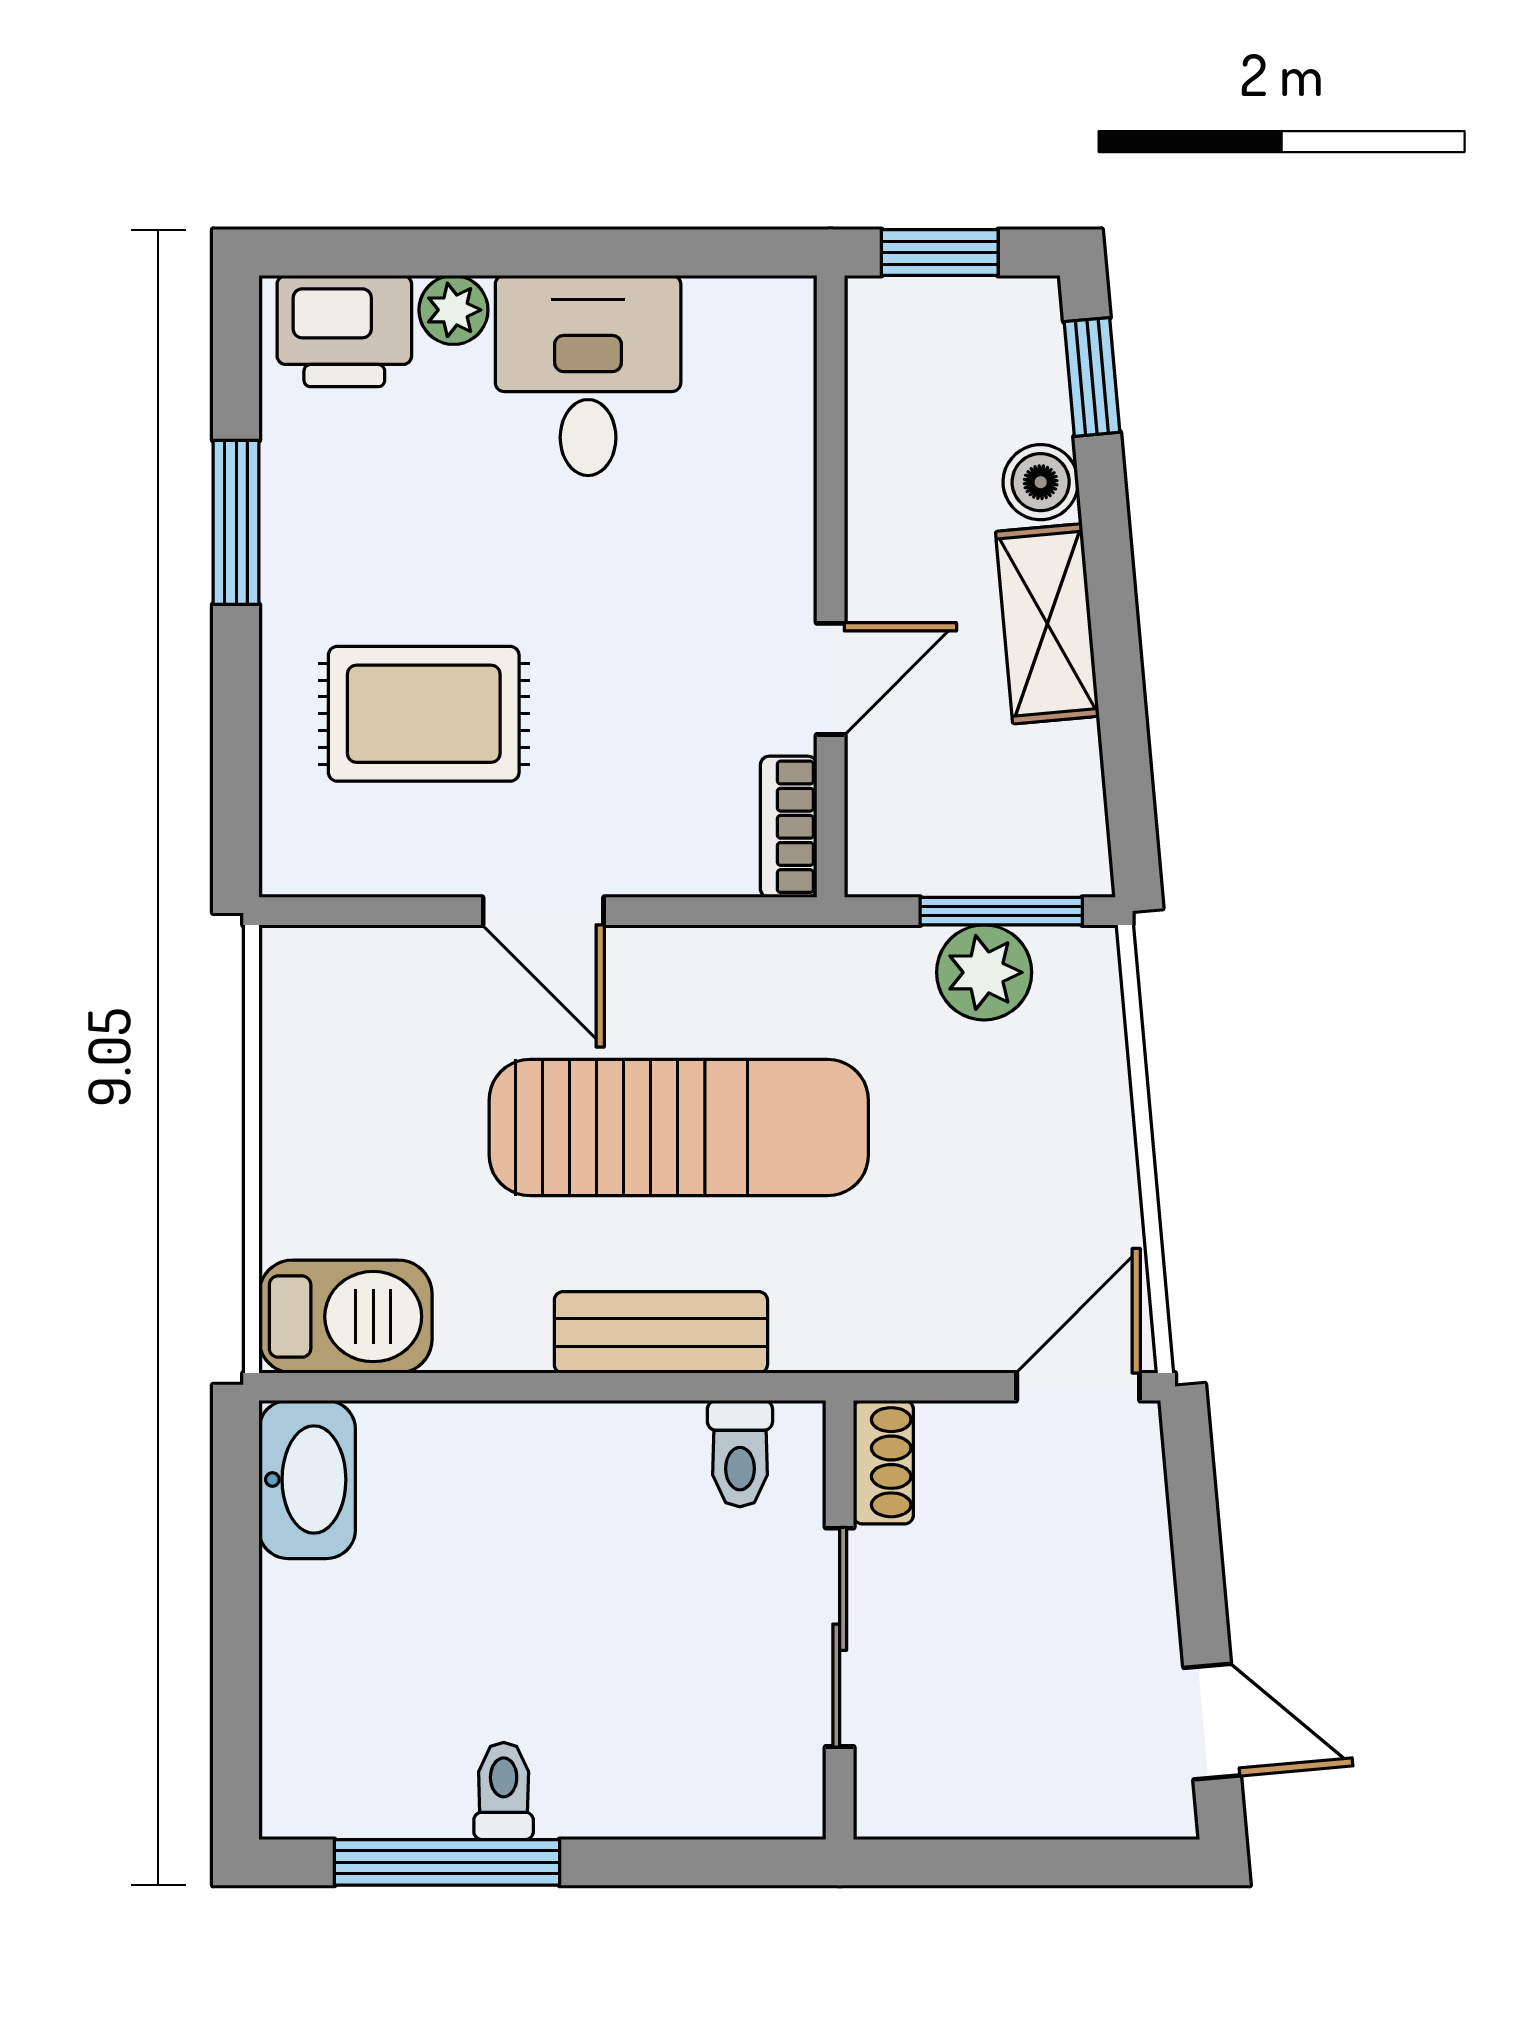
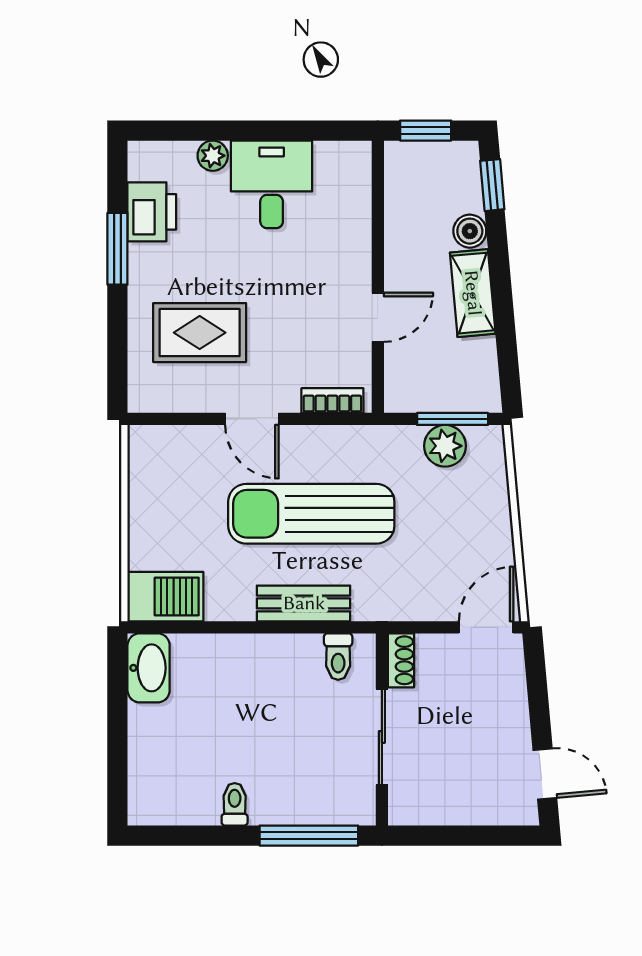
printer: (344, 331) -> (152, 212), moved, turned -90
bookcase: (789, 827) -> (332, 401), moved, turned 90
sun lounger: (679, 1128) -> (311, 514), turned 180
window: (447, 1862) -> (309, 836), moved

